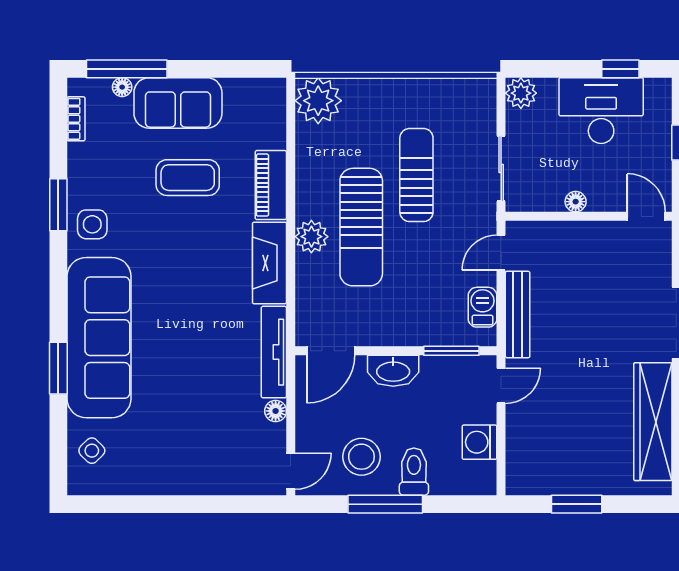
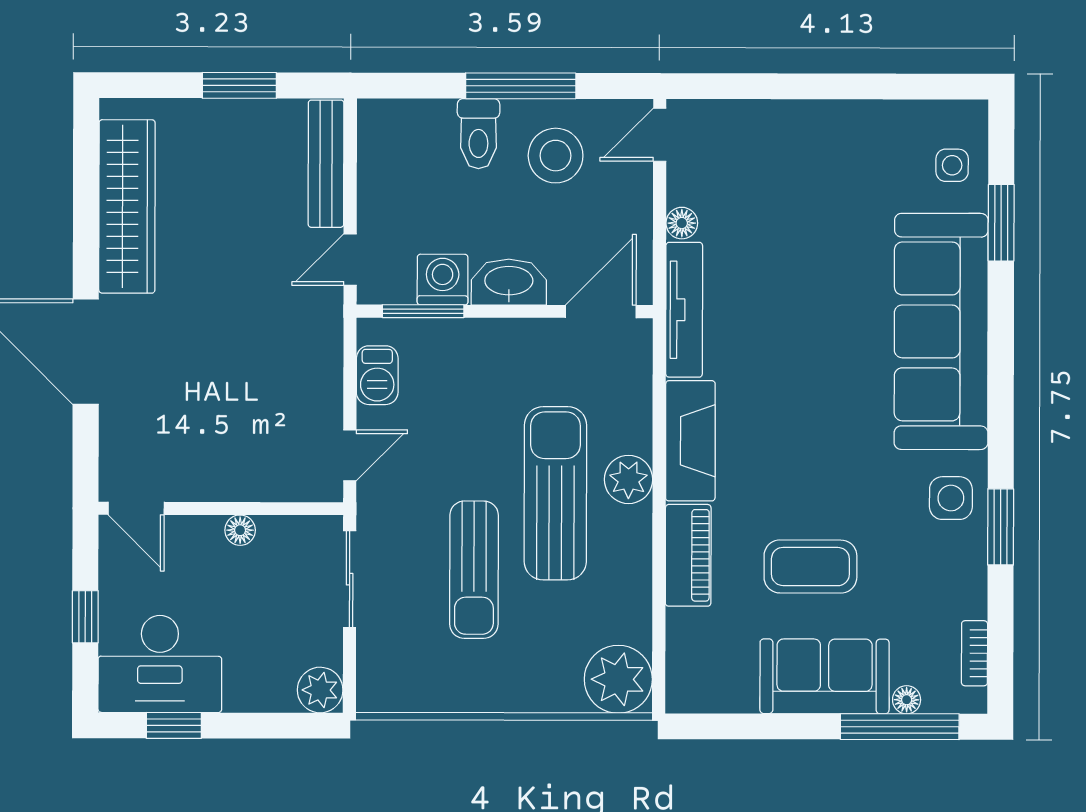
desk: (601, 111) -> (160, 664), moved
bench: (518, 314) -> (326, 164), moved
window: (58, 368) -> (1001, 223), moved
washing machine: (479, 442) -> (443, 280), moved, turned -90
side table: (92, 451) -> (952, 165), turned 45

